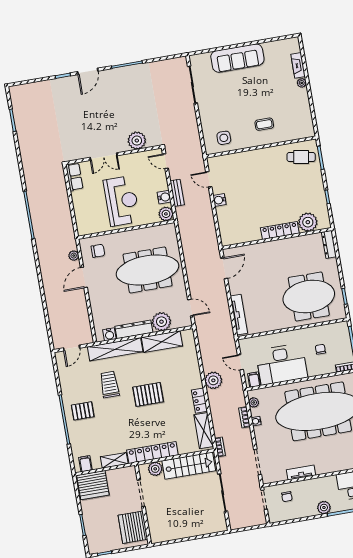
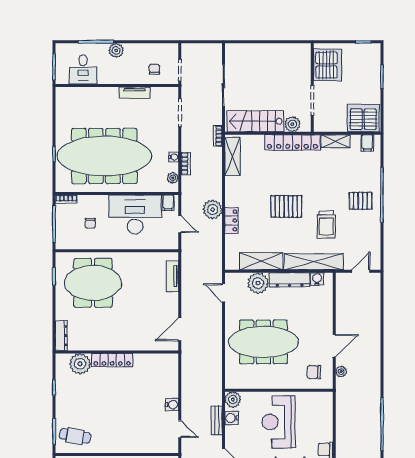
tv unit: (239, 315) -> (172, 276), width x0.71
locker: (199, 401) -> (232, 220), moved

